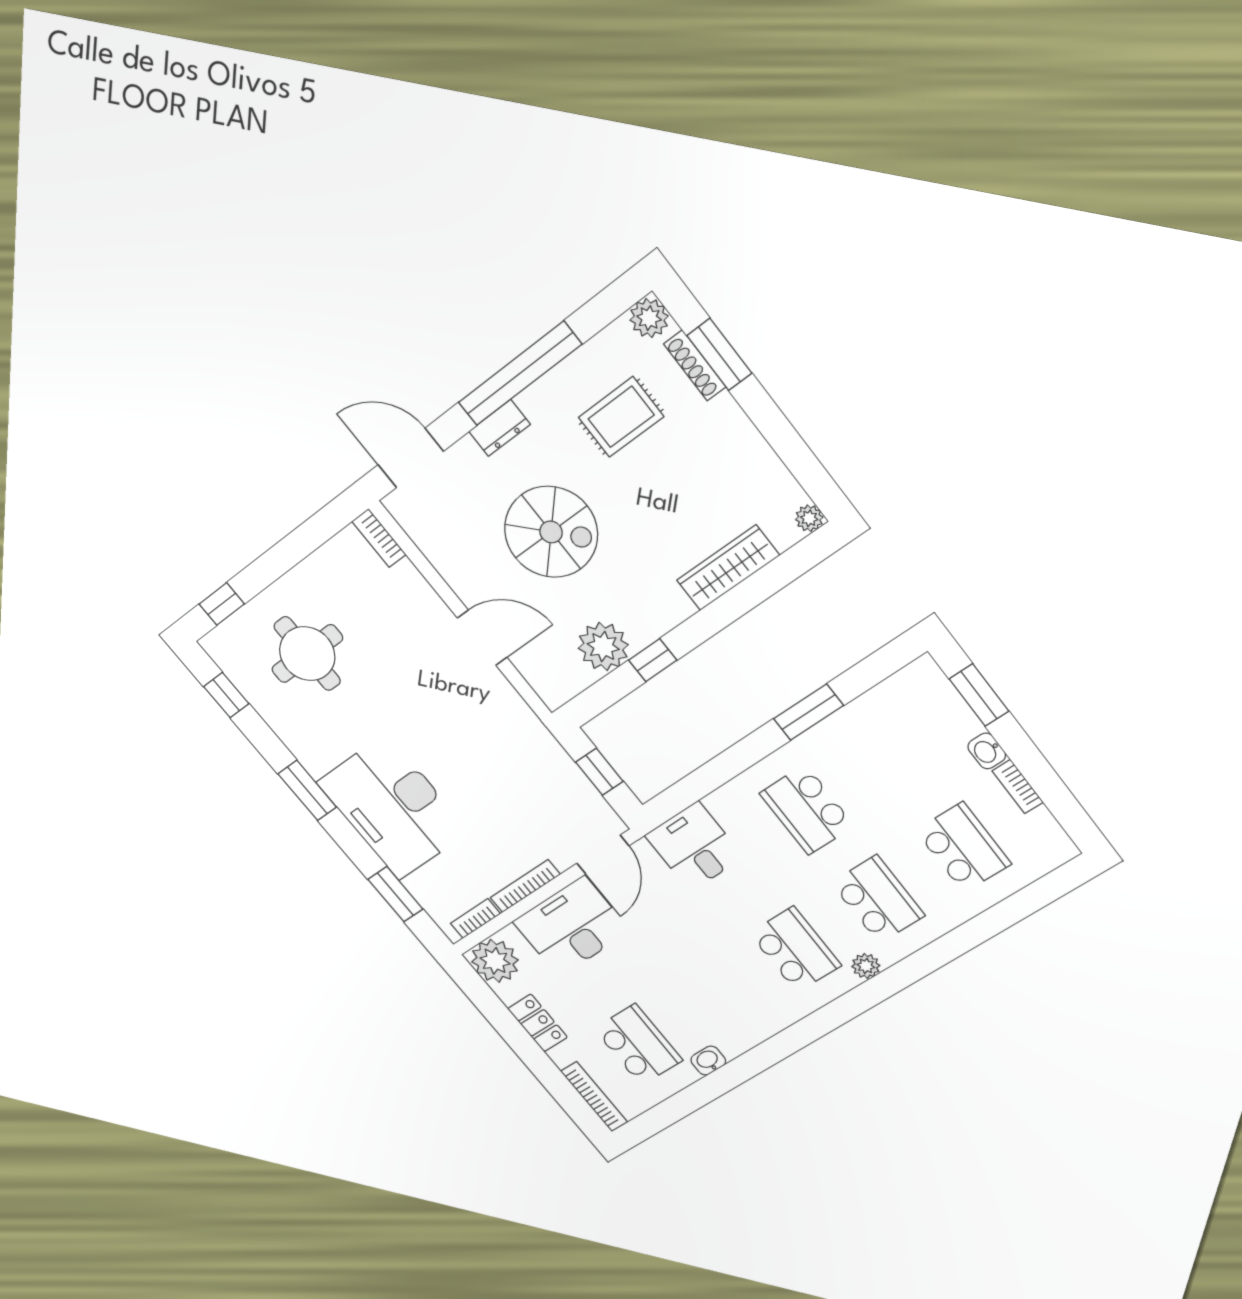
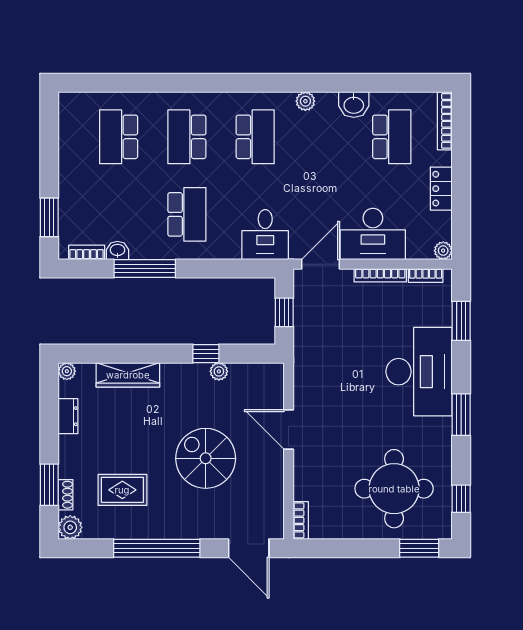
shoe rack: (695, 365) -> (66, 495), width x0.70
dresser: (499, 428) -> (68, 416), moved, turned 90
window: (222, 604) -> (419, 548), width x1.50
plant: (603, 647) -> (219, 371), width x0.53, depth x0.53
round table: (307, 654) -> (394, 489), width x1.36, depth x1.36
window: (808, 712) -> (145, 269), width x1.44
washbasin: (987, 751) -> (117, 251), moved, turned -90
bookcase: (1018, 787) -> (87, 252), moved, turned -90
school desk: (795, 949) -> (255, 137), turned 180
plant: (495, 961) -> (443, 251), width x0.53, depth x0.53
plant: (866, 966) -> (305, 101), moved
school desk: (638, 1045) -> (392, 137), turned 180
washbasin: (708, 1061) -> (354, 105), width x1.38, depth x1.45

